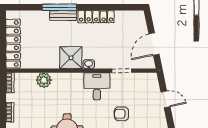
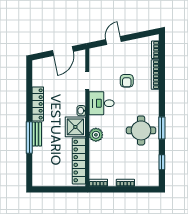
locker: (13, 44) -> (79, 161), moved, turned -90
door: (154, 44) -> (63, 51), hinge flipped
plant: (44, 80) -> (96, 135), moved

